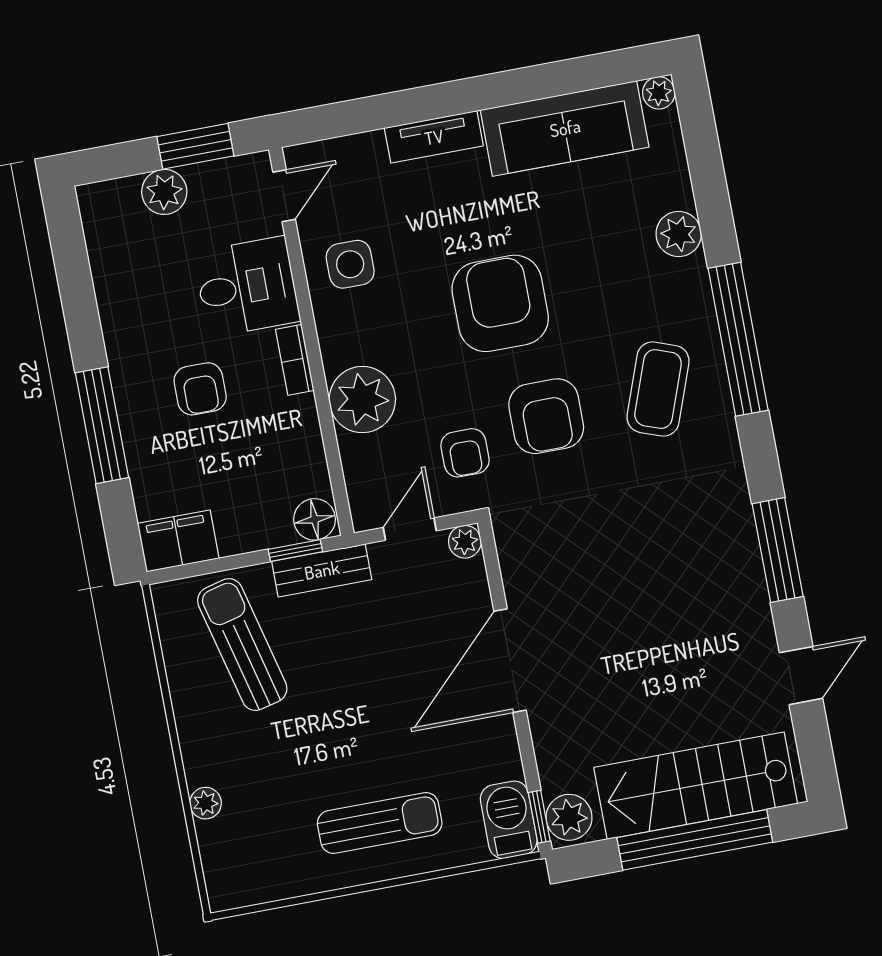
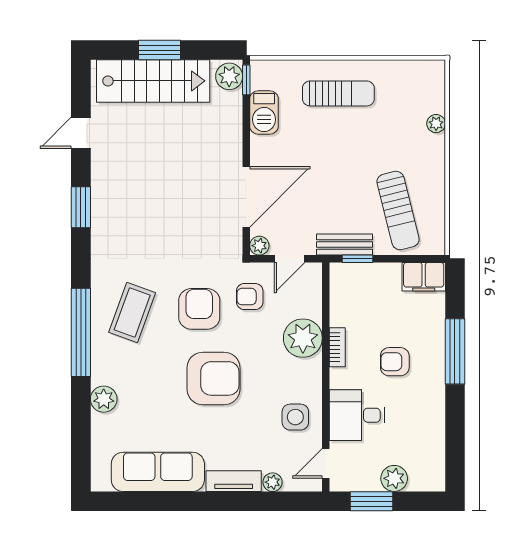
plant: (659, 93) -> (273, 482), moved
armchair: (500, 303) -> (213, 378), turned -90
bookcase: (295, 360) -> (337, 347), moved
armchair: (200, 389) -> (395, 362), turned -90
armchair: (465, 453) -> (250, 297), turned -90
floor lamp: (315, 519) -> (343, 275), removed
window: (778, 550) -> (81, 207), width x0.69
door: (510, 661) -> (246, 197), moved
barbecue: (509, 820) -> (264, 112), moved
sun lounger: (380, 823) -> (338, 93), turned 180
window: (695, 840) -> (160, 50), width x0.47

